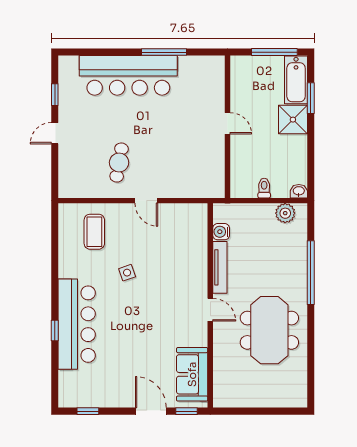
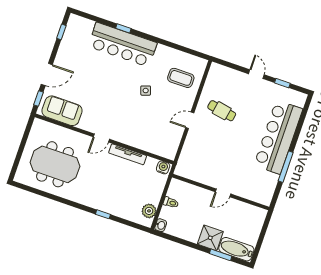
window: (274, 52) -> (260, 241), removed
water cooler: (221, 232) -> (163, 167), moved
window: (311, 273) -> (103, 214), width x0.32
meeting table: (269, 330) -> (55, 164), moved

